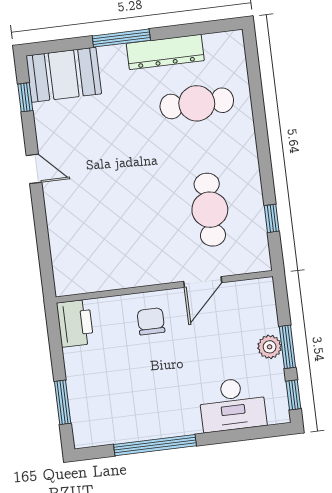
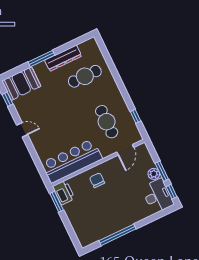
bar counter: (113, 265) -> (72, 161), added
door: (203, 282) -> (125, 150), moved
window: (63, 402) -> (57, 202), moved
desk: (232, 405) -> (158, 196), moved, turned -90

